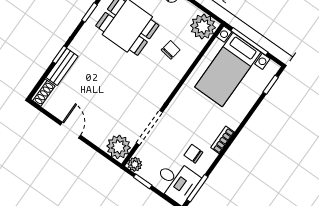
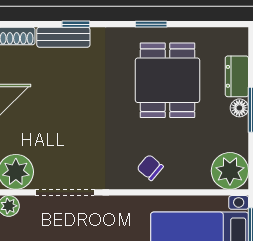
chair: (171, 50) -> (150, 168), moved, turned -149

